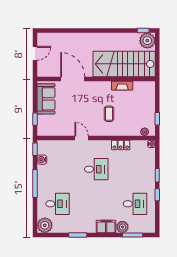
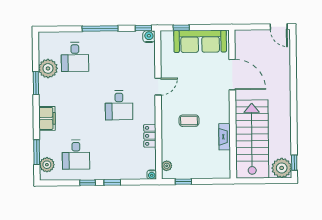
door: (35, 53) -> (279, 27), moved
door: (73, 79) -> (232, 75), hinge flipped
sofa: (46, 99) -> (200, 41), width x1.36
water cooler: (42, 160) -> (149, 37), moved
plant: (45, 225) -> (48, 68), moved
plant: (122, 227) -> (47, 165), moved

